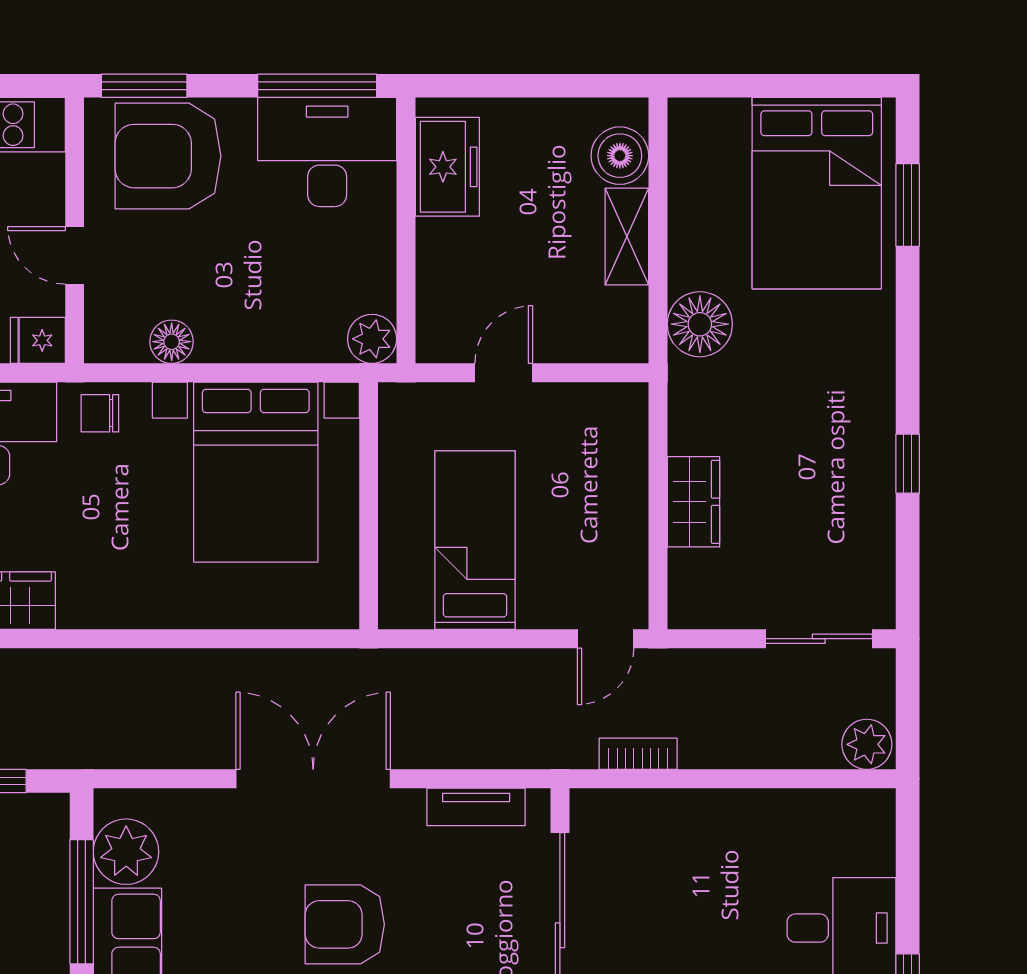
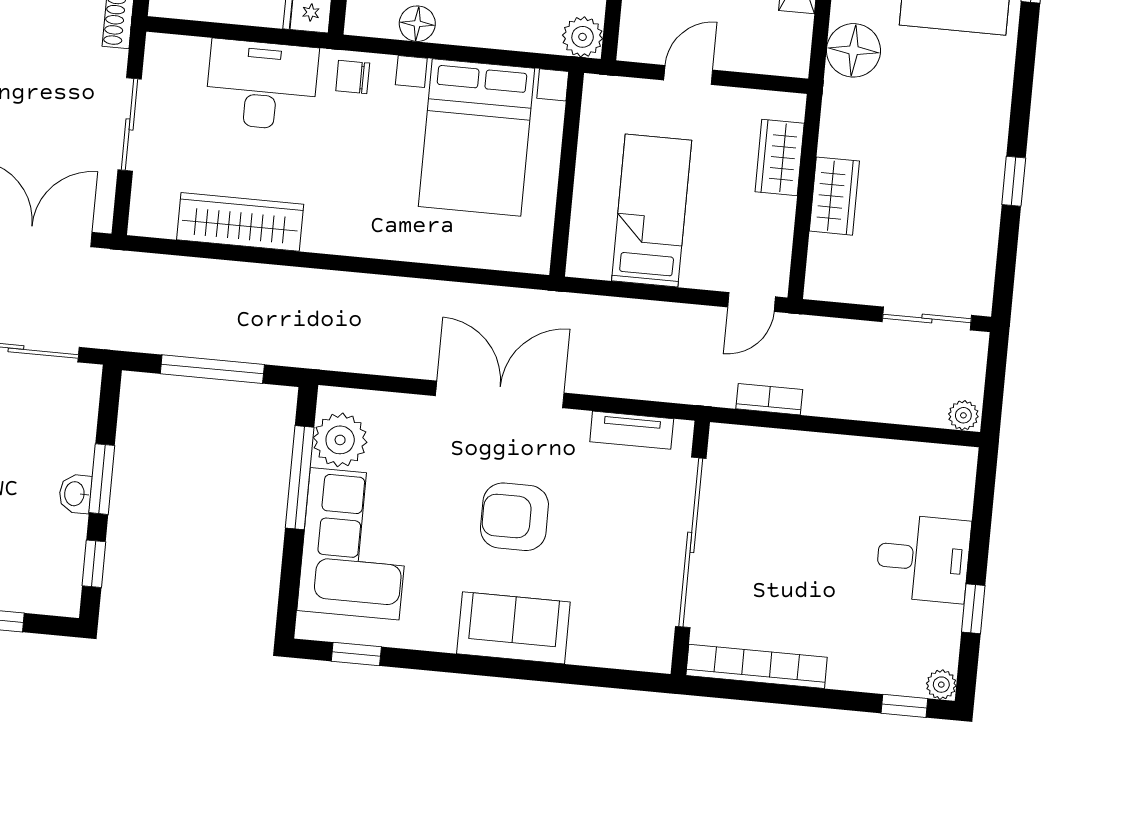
wardrobe: (623, 462) -> (780, 157), added
plant: (867, 744) -> (963, 415), width x0.73, depth x0.73

